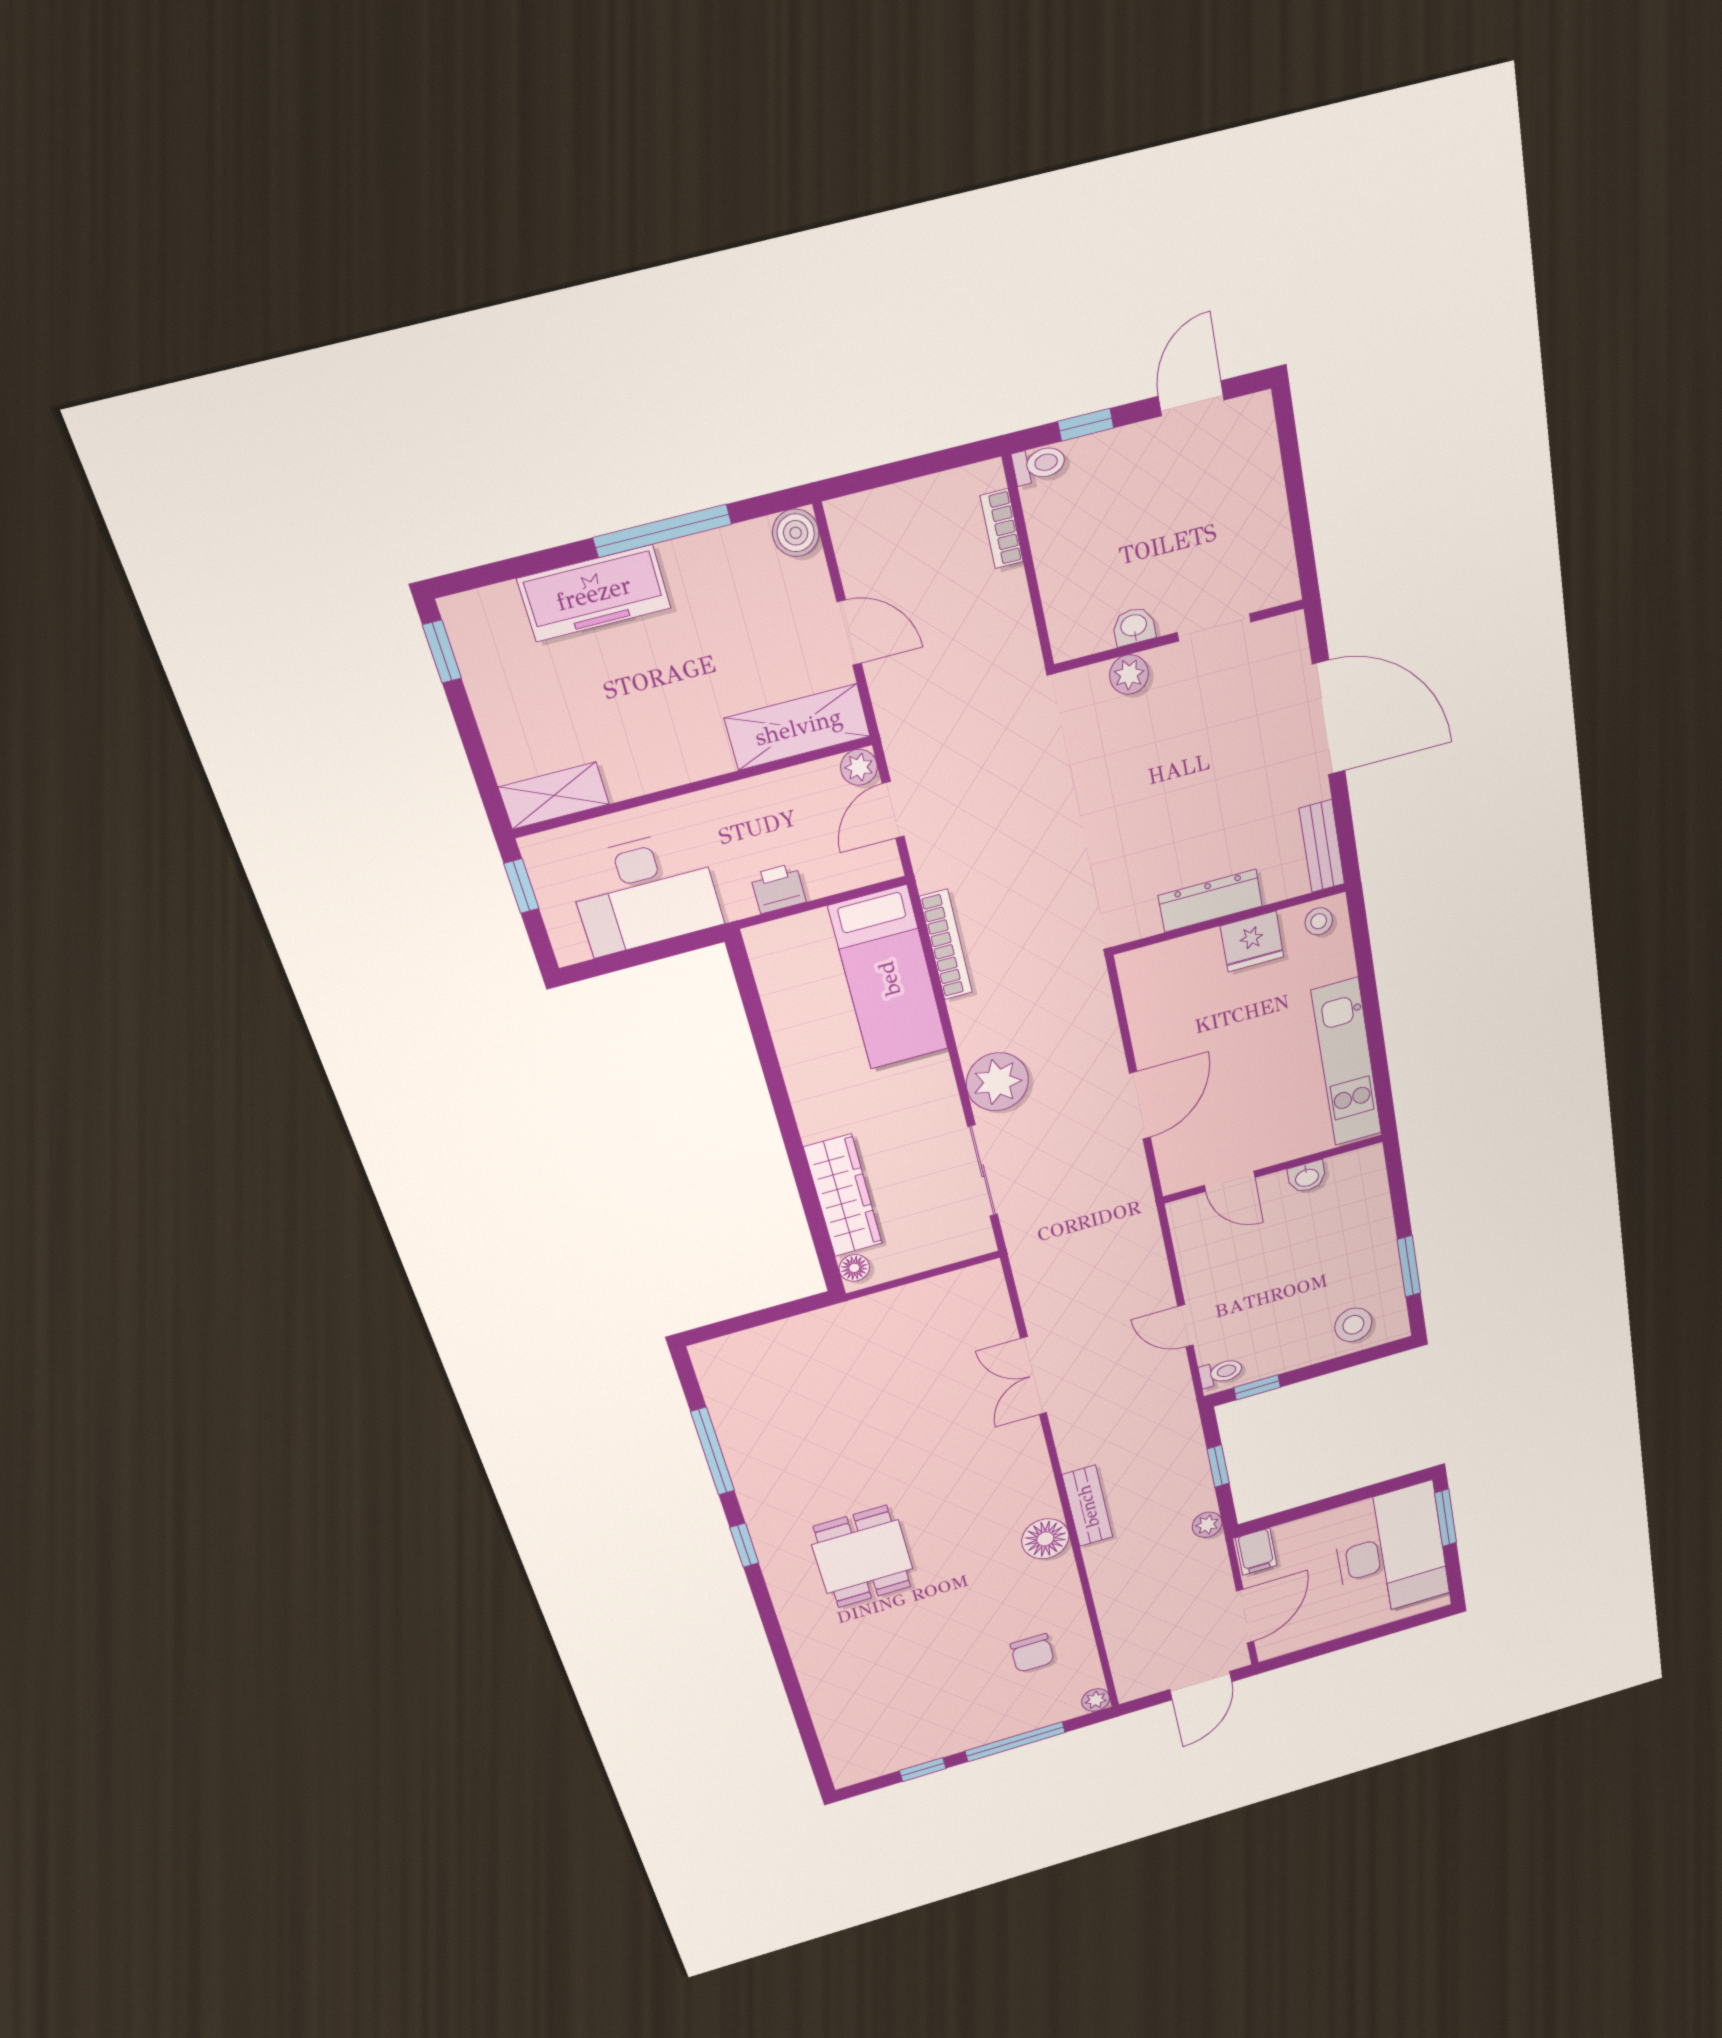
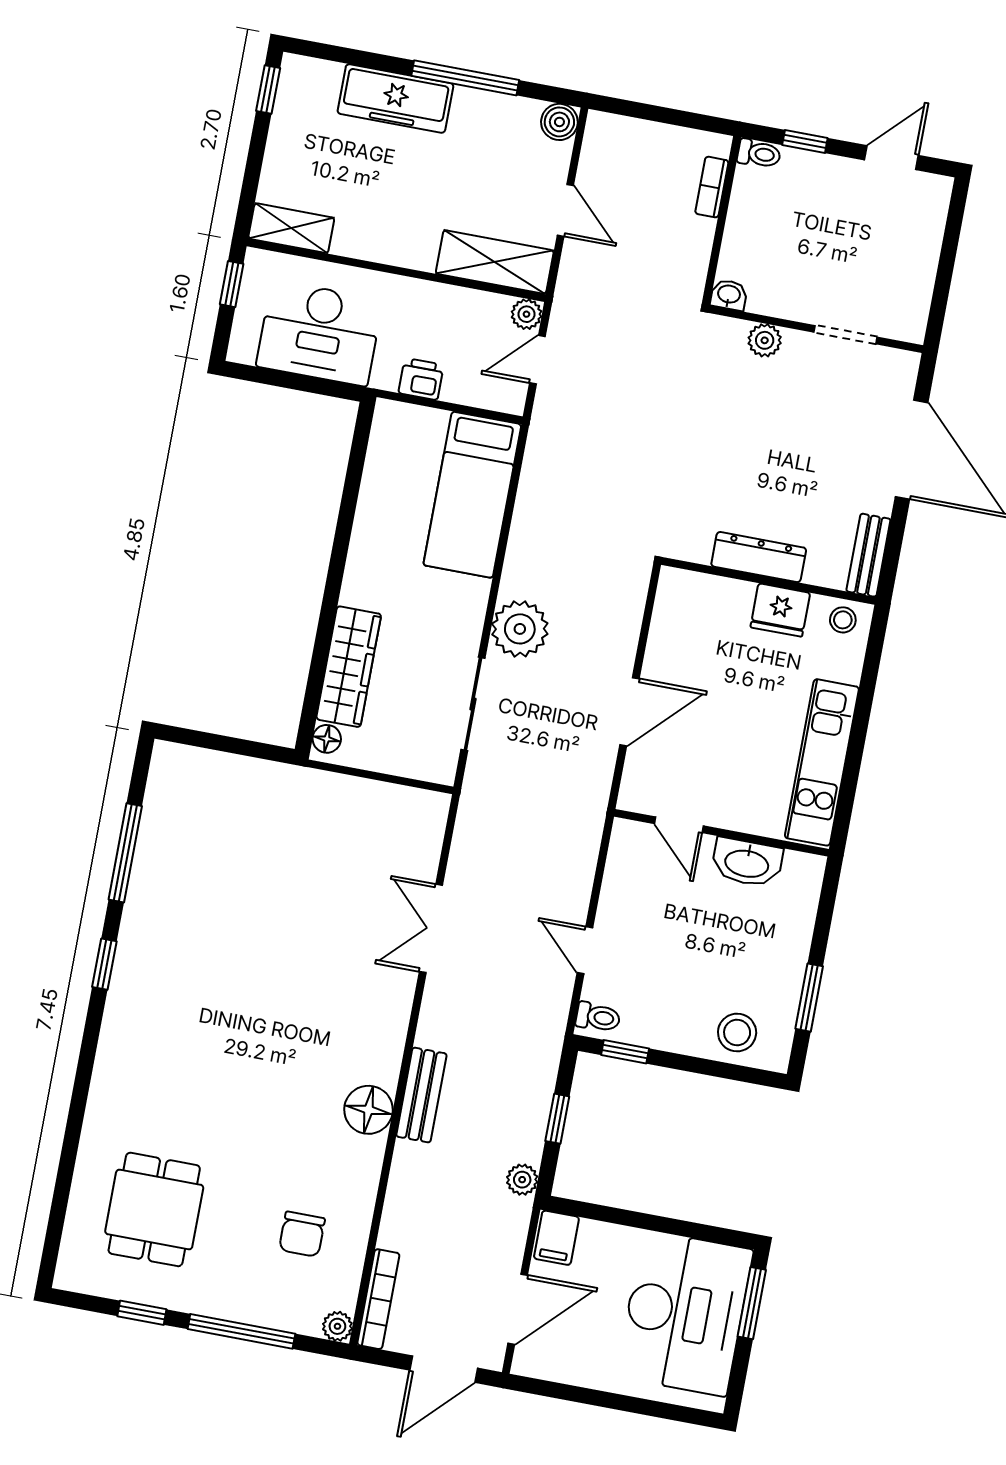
washbasin: (1134, 626) -> (729, 295), moved
bookcase: (946, 945) -> (378, 1299), moved
washbasin: (1307, 1177) -> (747, 863), width x1.91, depth x1.45
dining table: (862, 1557) -> (154, 1209), moved

